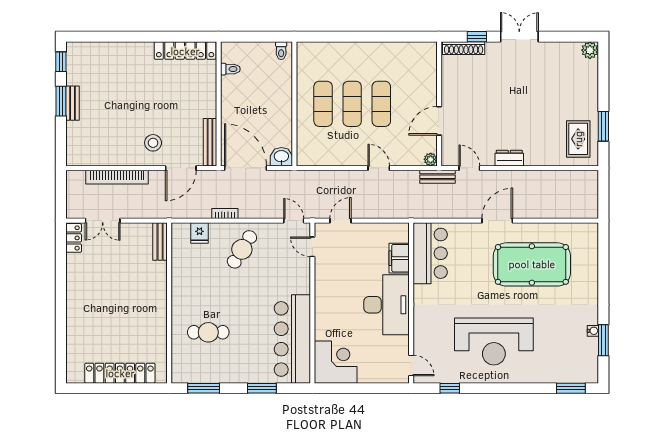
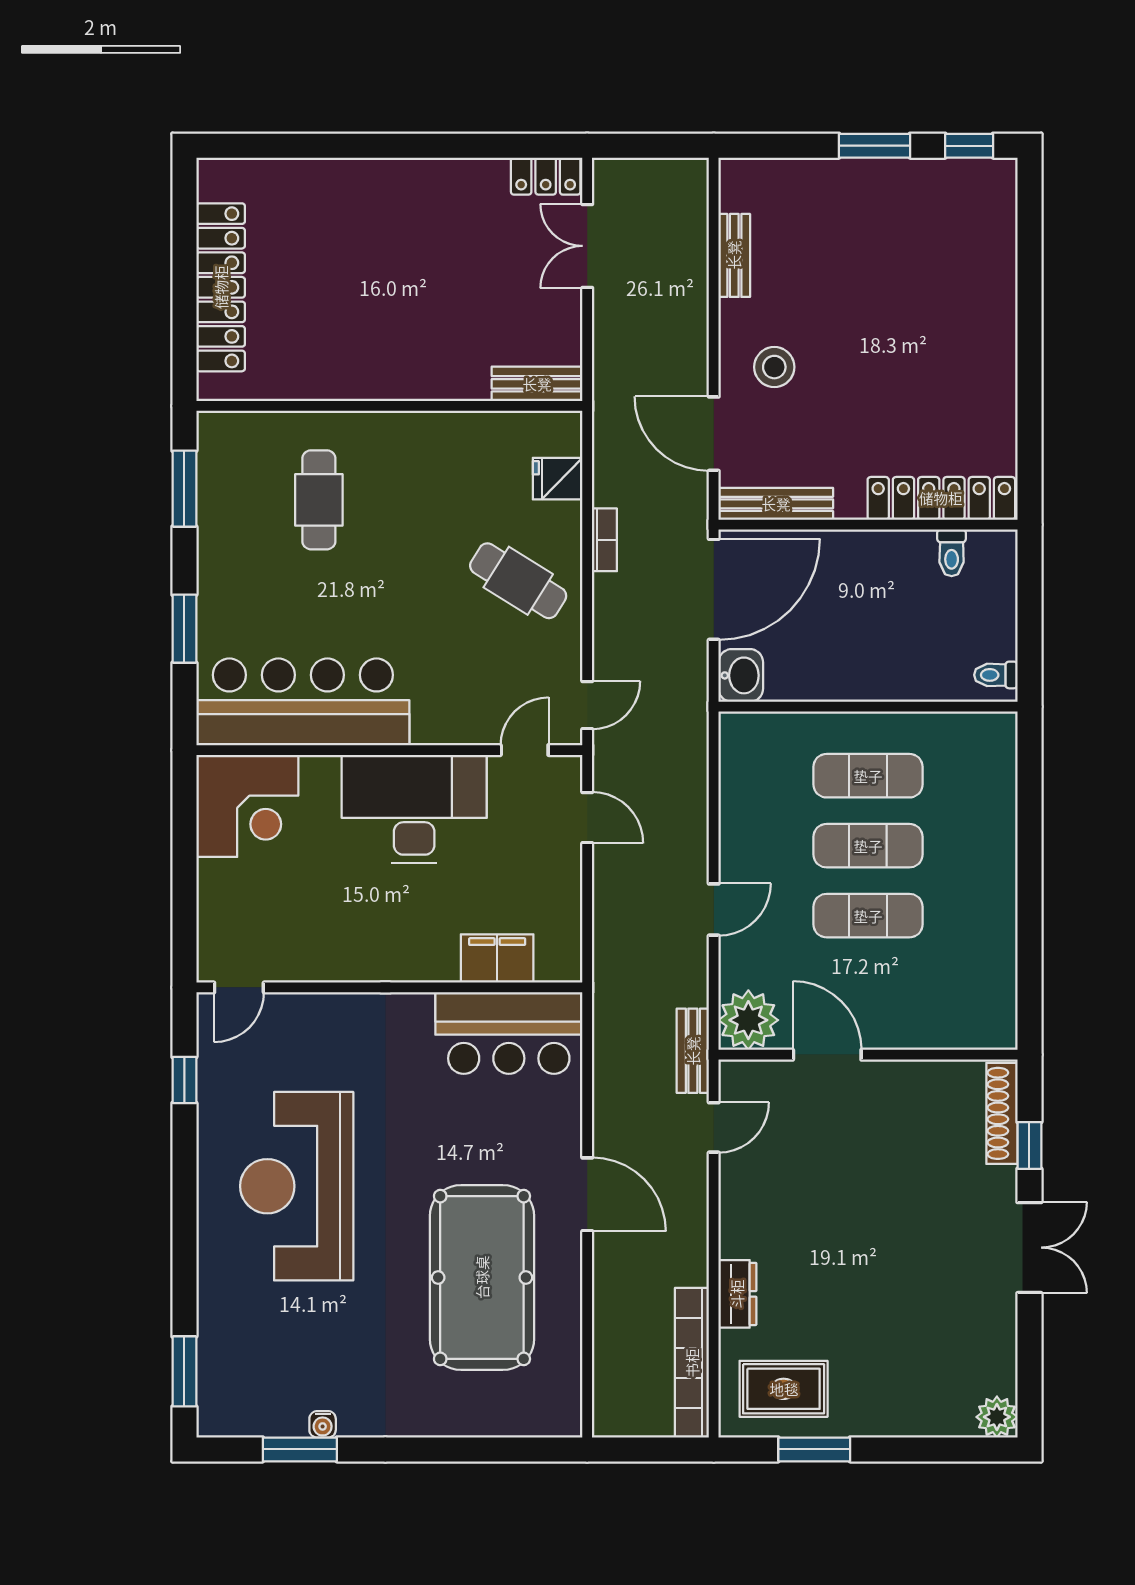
locker: (185, 51) -> (941, 498), moved, turned 90
bench: (72, 103) -> (734, 255), moved, turned 90
dresser: (509, 158) -> (737, 1294), moved
plant: (431, 159) -> (748, 1020), width x1.87, depth x1.87
bookcase: (117, 177) -> (692, 1363), moved
desk: (387, 305) -> (414, 809), moved, turned 180

